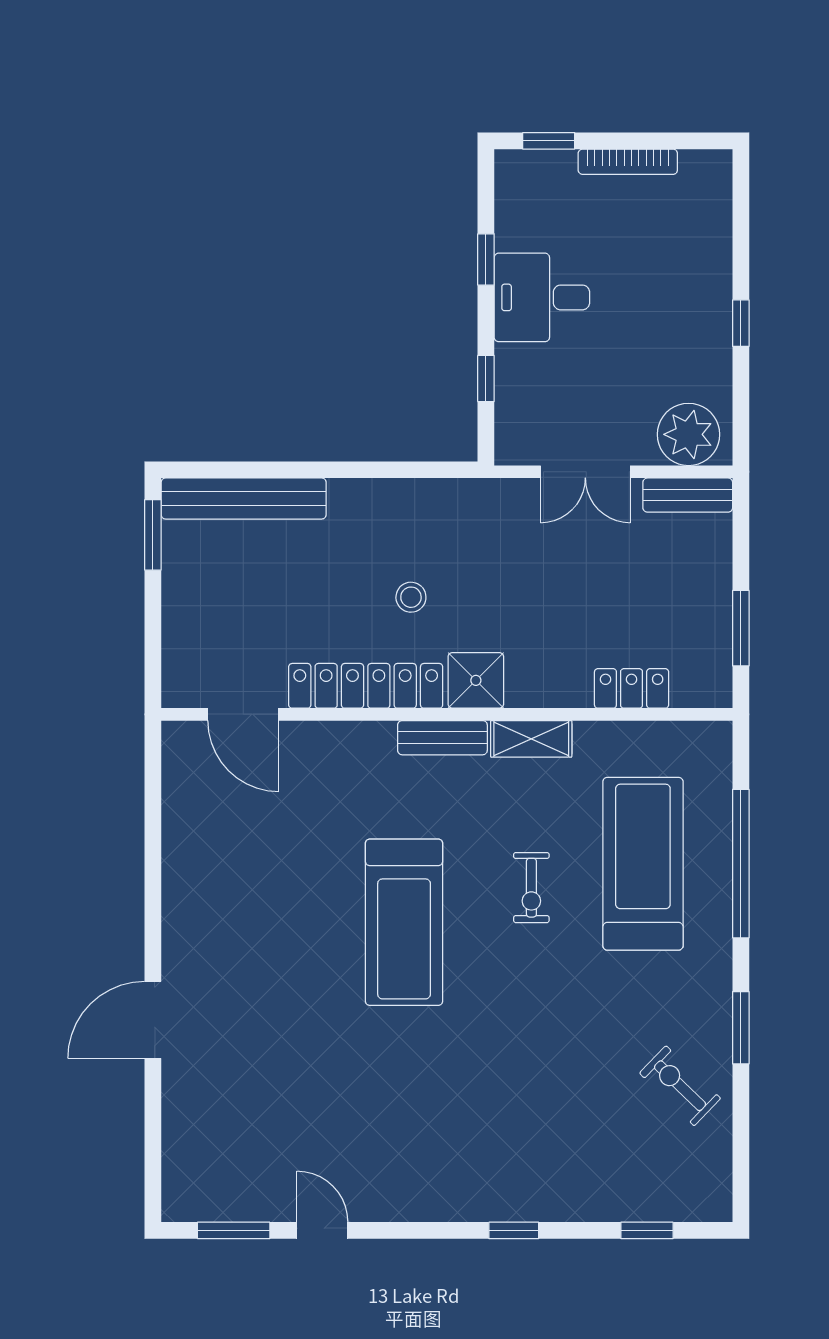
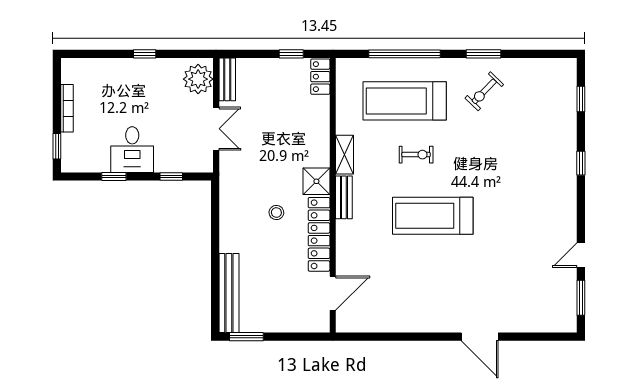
window: (741, 628) -> (291, 54), width x0.67
locker: (632, 688) -> (320, 77), moved
treadmill: (404, 922) -> (433, 216), turned 180
exercise bike: (680, 1086) -> (484, 91), moved

